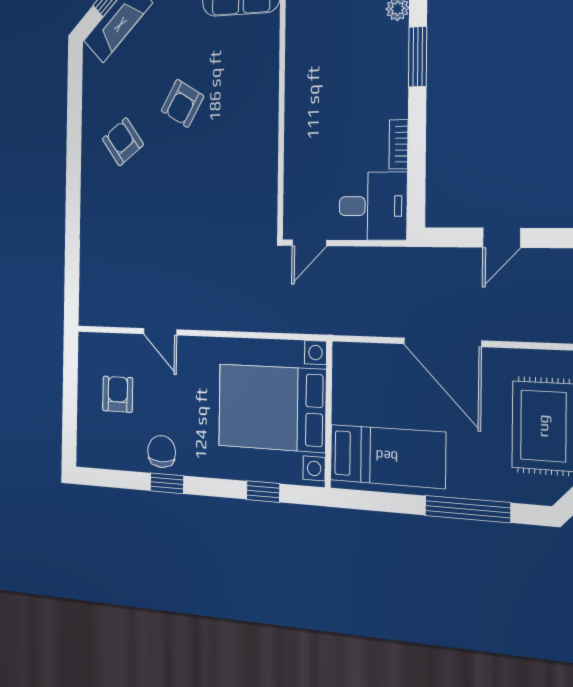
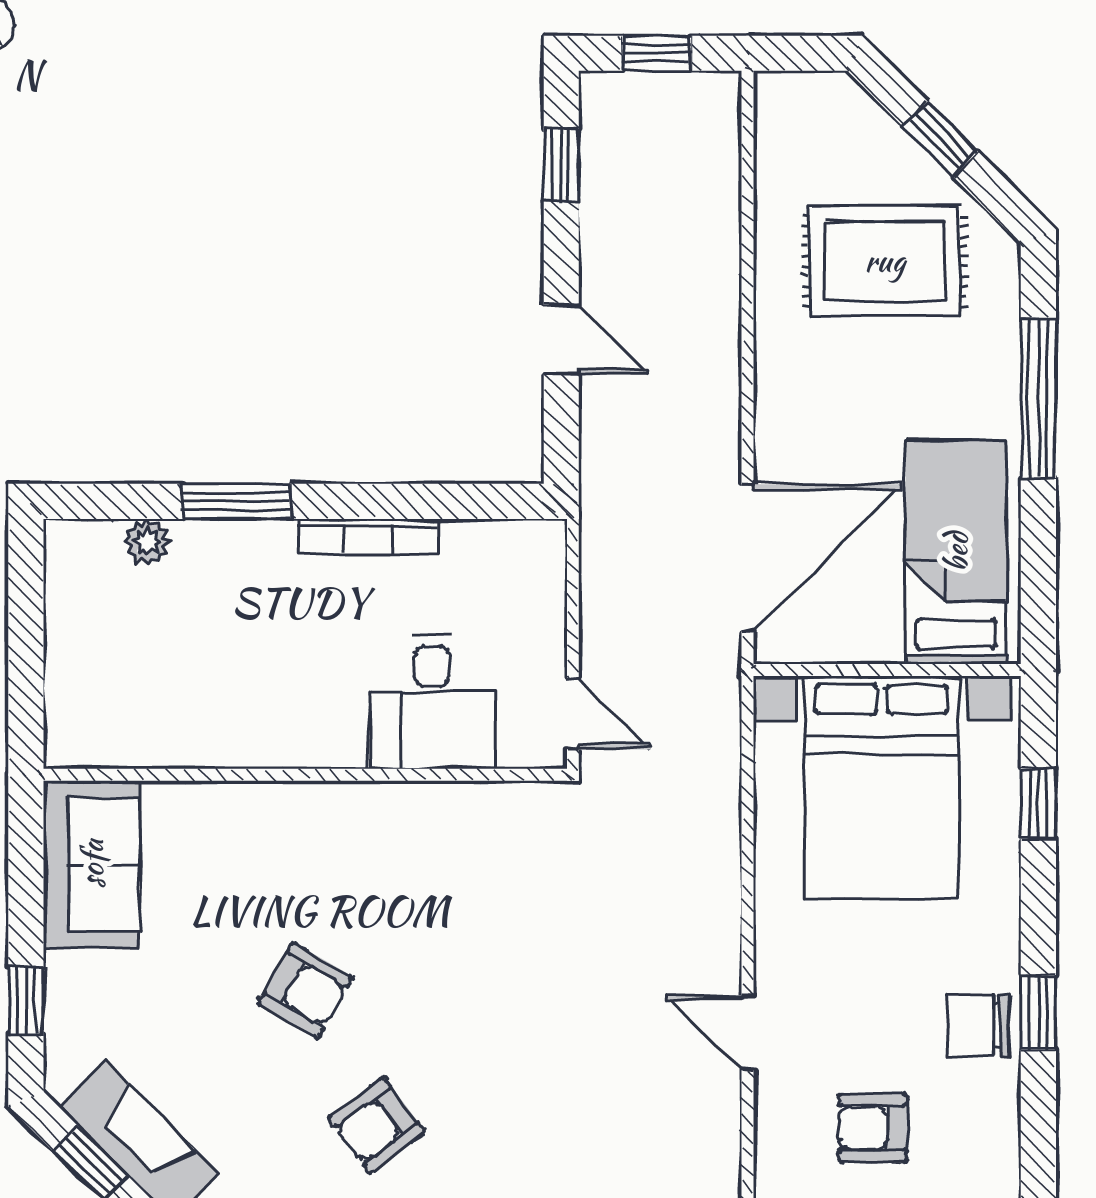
bookcase: (399, 144) -> (368, 537), width x1.56
desk: (373, 206) -> (432, 702), moved, turned 180
door: (160, 332) -> (747, 1033), swing flipped
door: (442, 342) -> (747, 558), moved

